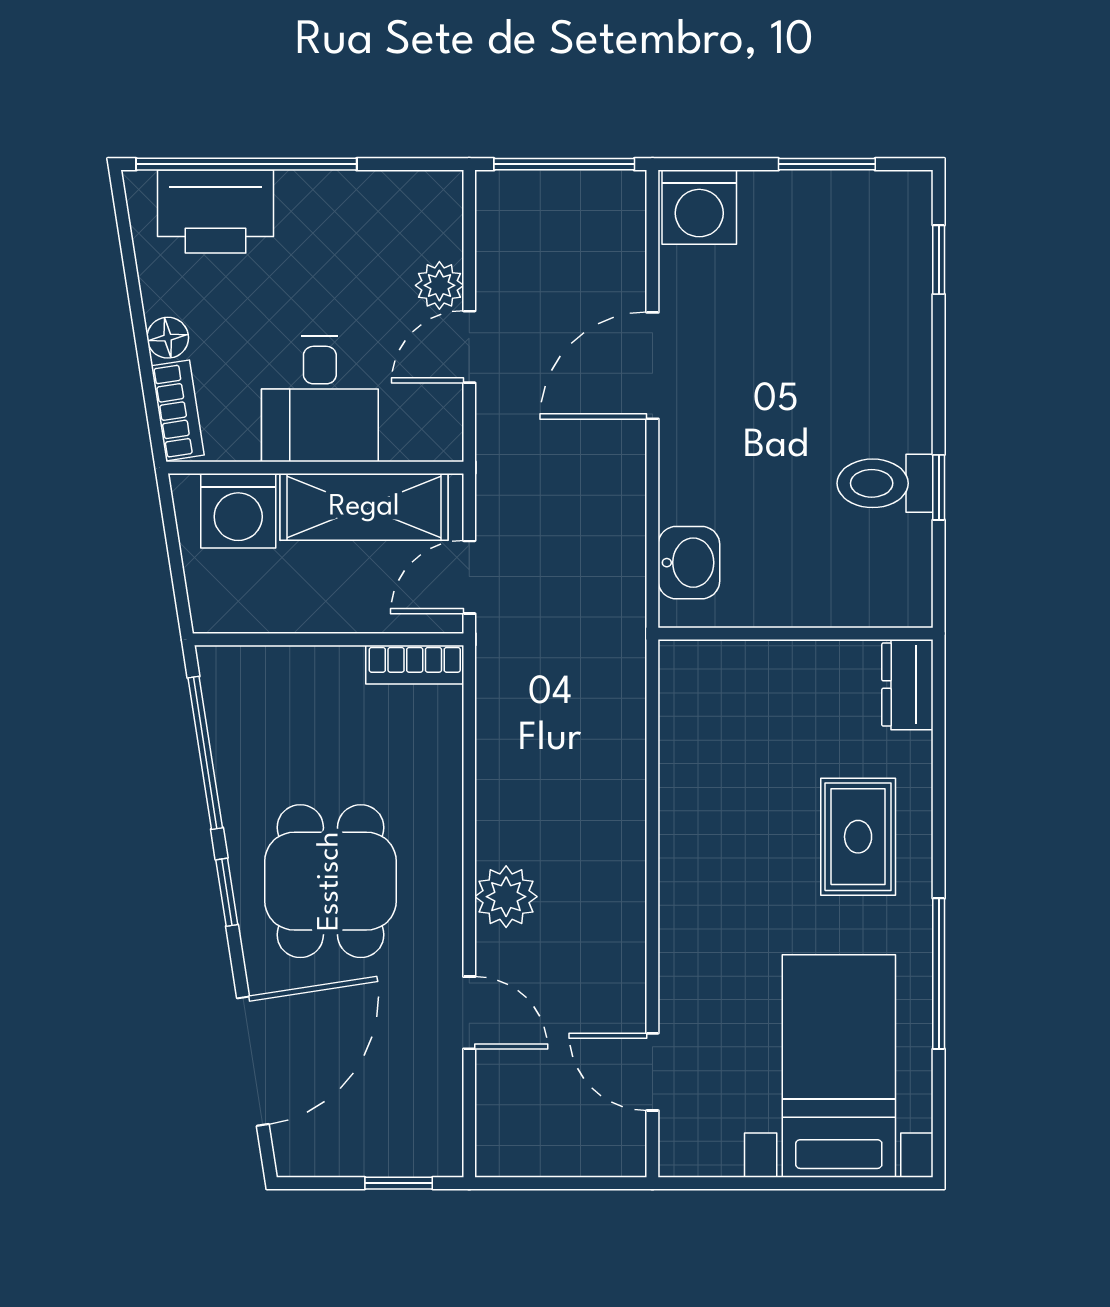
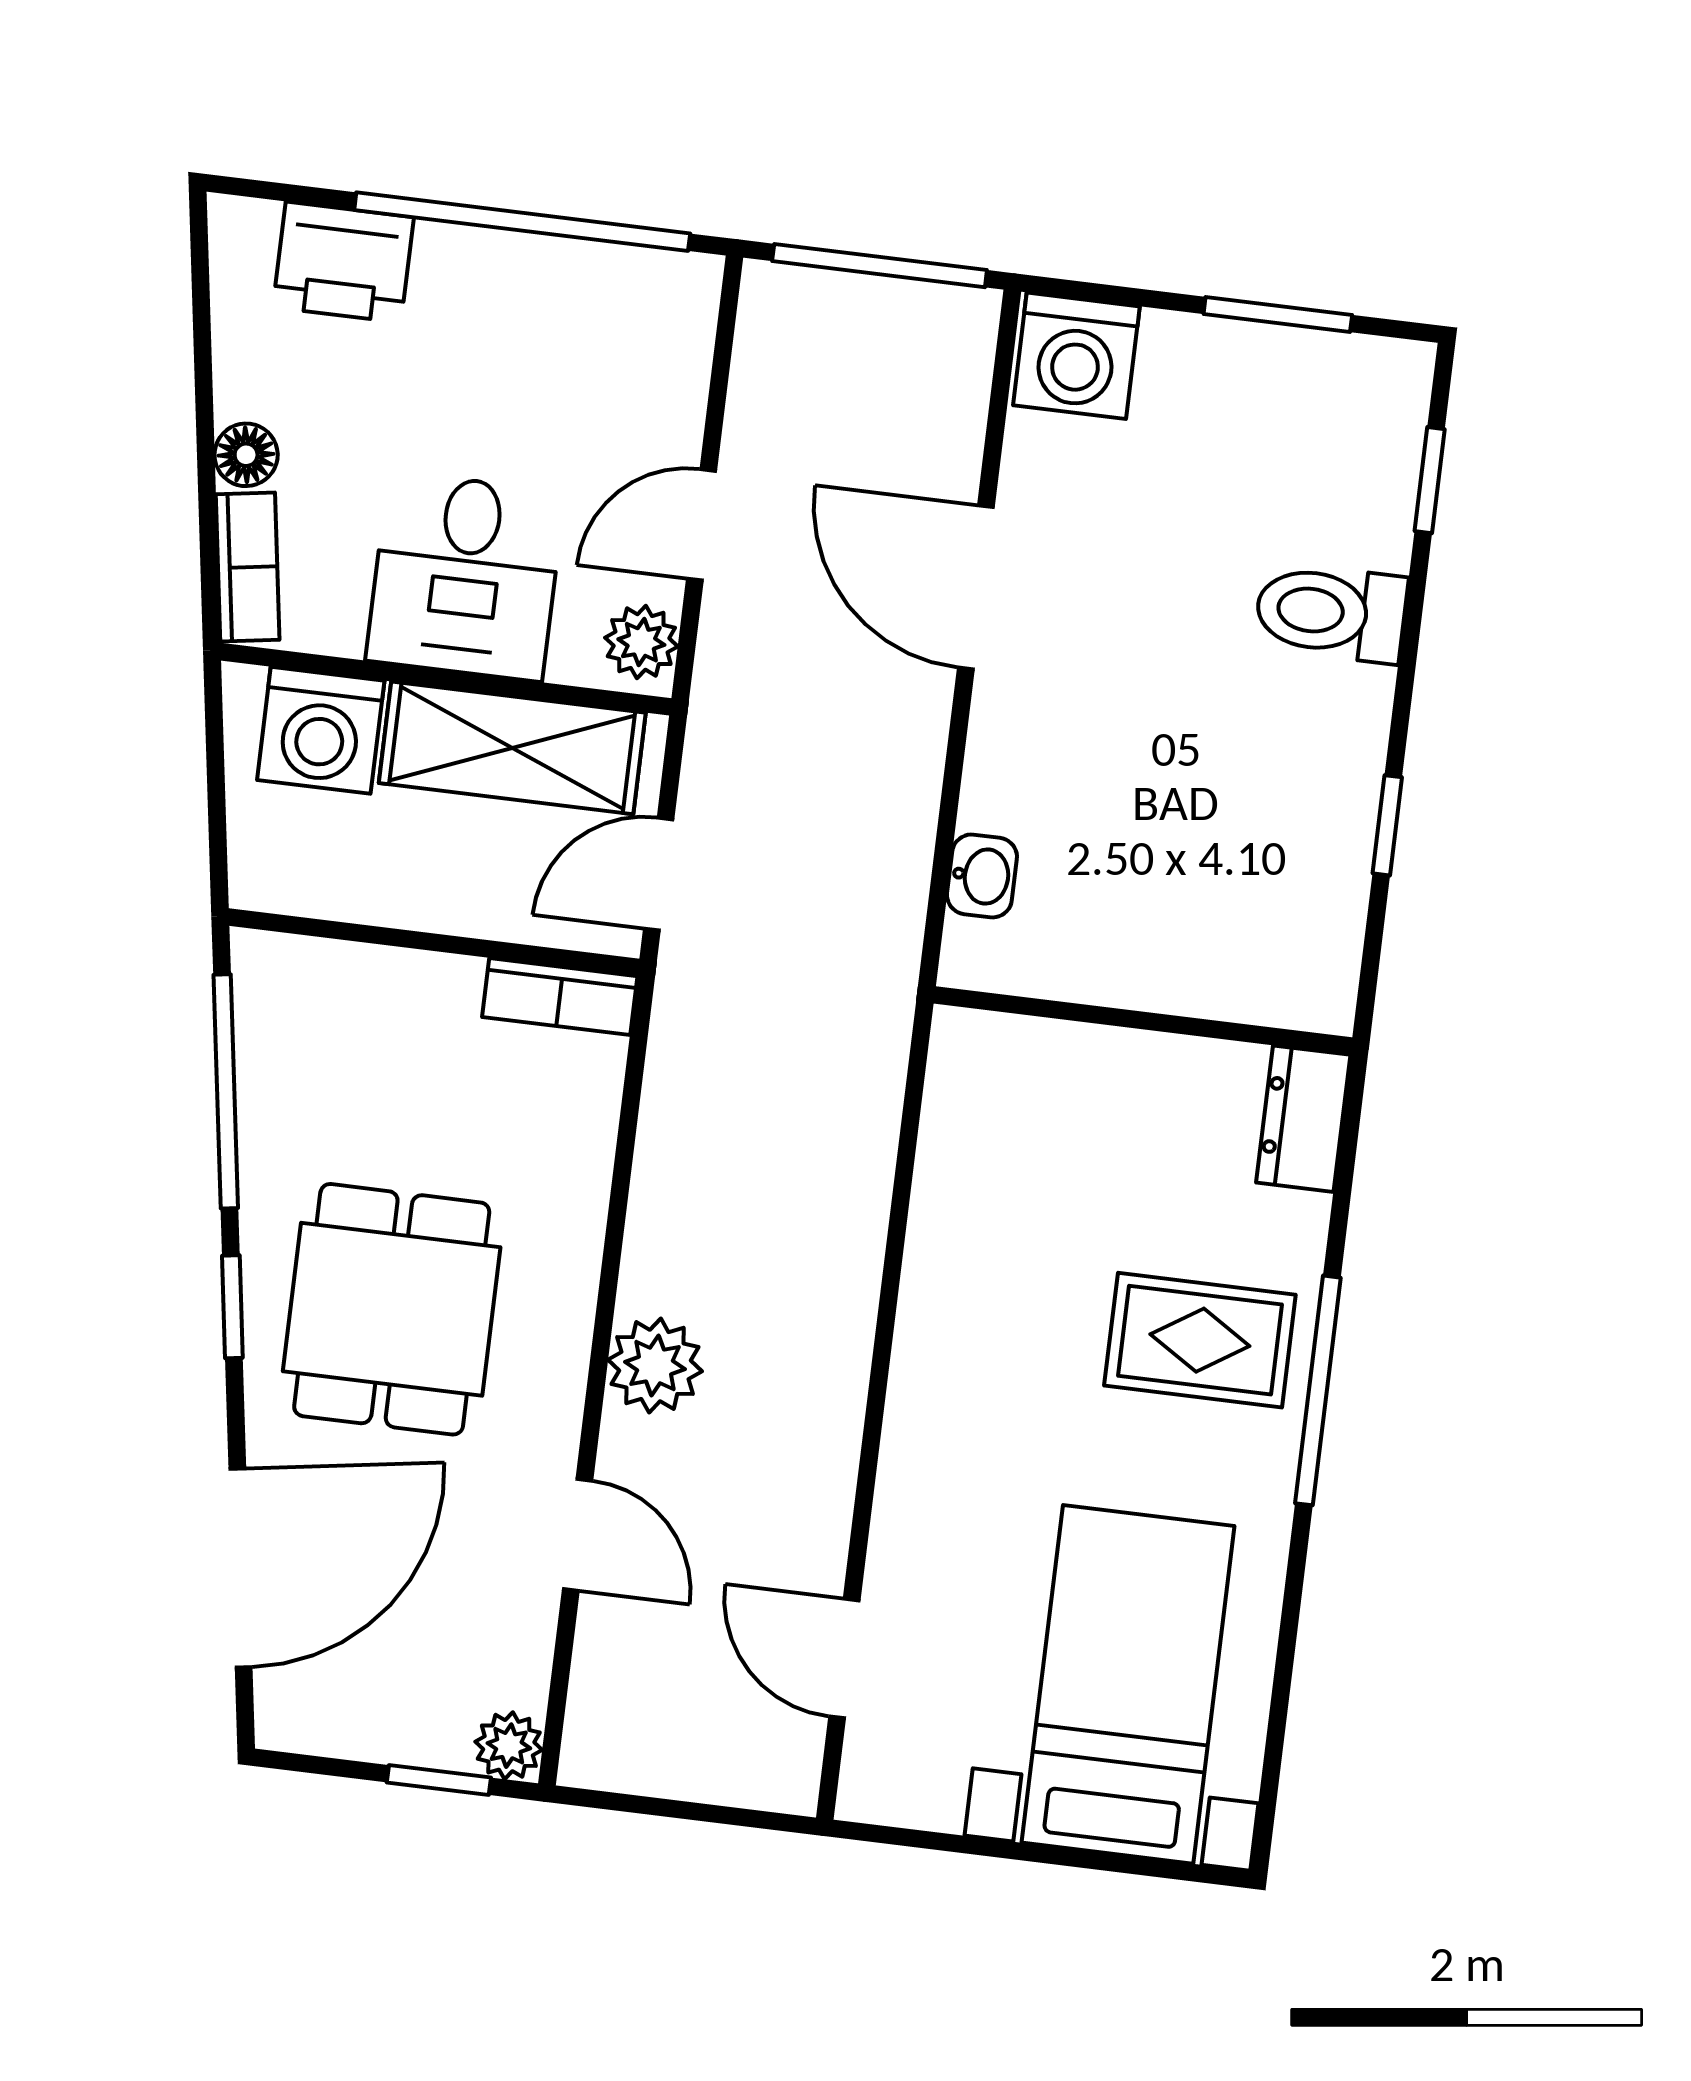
window: (246, 164) -> (522, 222), moved
printer: (216, 212) -> (343, 262), width x0.73, depth x0.84
plant: (439, 285) -> (641, 642), moved
door: (652, 366) -> (976, 587), hinge flipped
toilet: (885, 483) -> (1331, 612), moved
washbasin: (689, 563) -> (982, 876), width x0.72, depth x0.69
rug: (858, 837) -> (1200, 1340), turned 90
window: (939, 974) -> (1318, 1390), moved
plant: (441, 1155) -> (509, 1746), added

